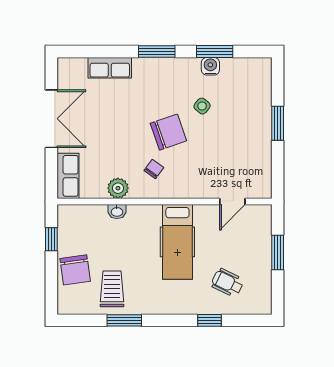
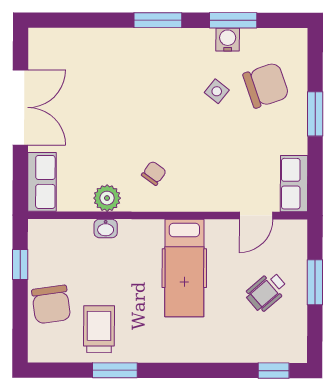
row of seats: (110, 68) -> (294, 184), moved, turned 90
chair: (168, 132) -> (266, 85), moved
wheelchair: (227, 283) -> (266, 292), moved, turned -67
window: (210, 320) -> (274, 371), moved

